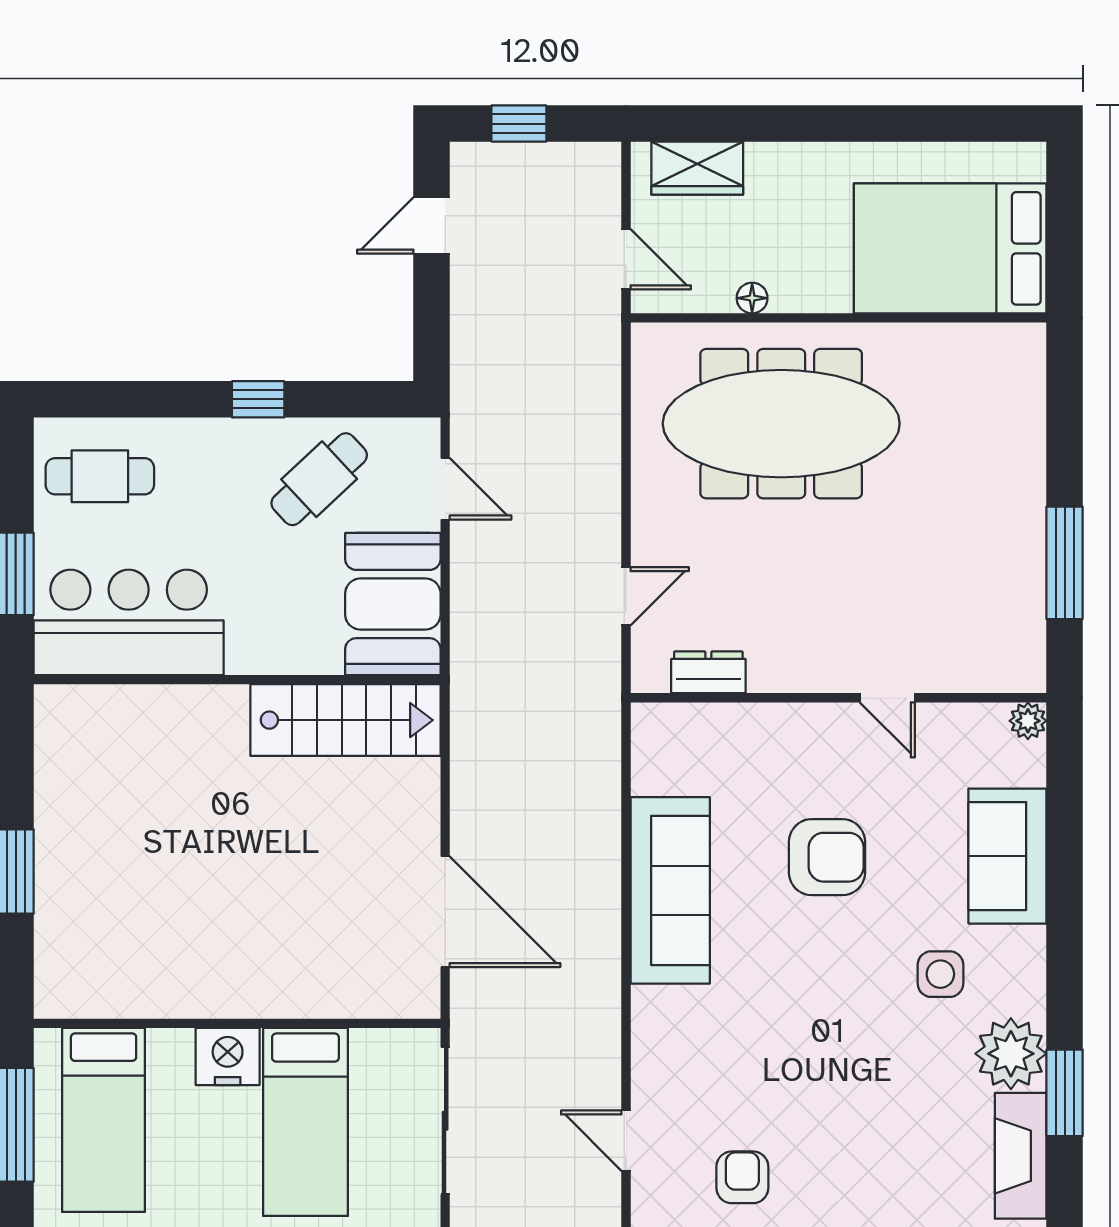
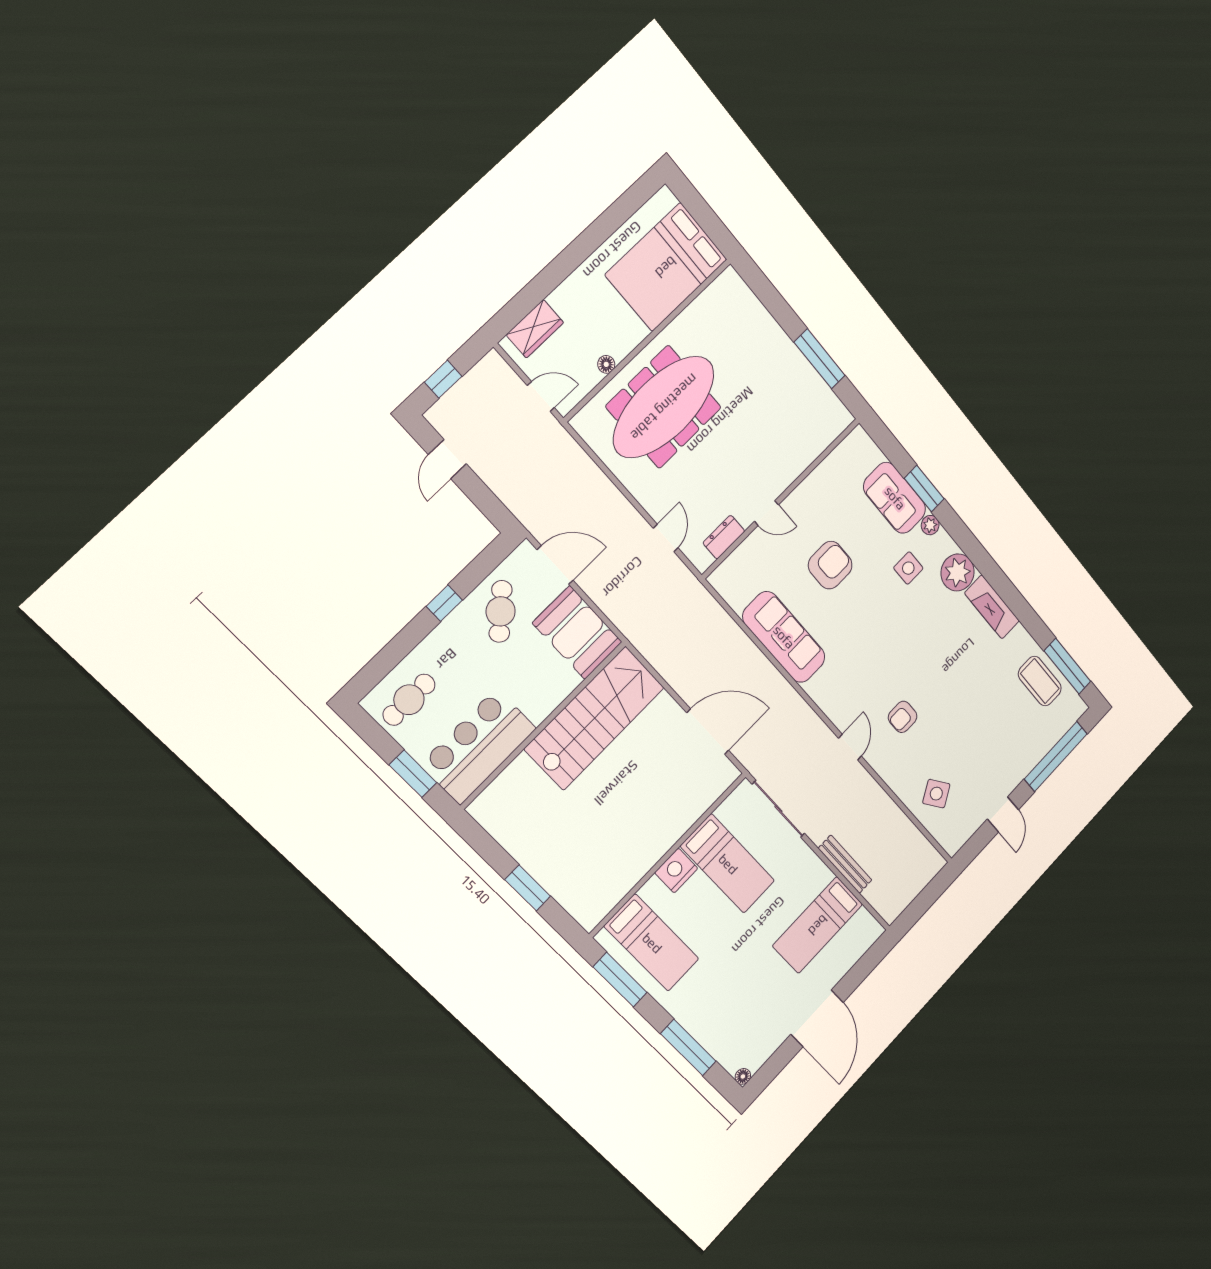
door: (445, 489) -> (555, 565), width x1.38
door: (887, 698) -> (766, 513), moved
stairs: (345, 720) -> (595, 718), width x1.36, depth x1.51
plant: (1028, 721) -> (930, 525), moved
window: (1065, 1093) -> (924, 489), moved
door: (626, 1141) -> (850, 747), swing flipped
armchair: (742, 1177) -> (903, 717), turned -90

